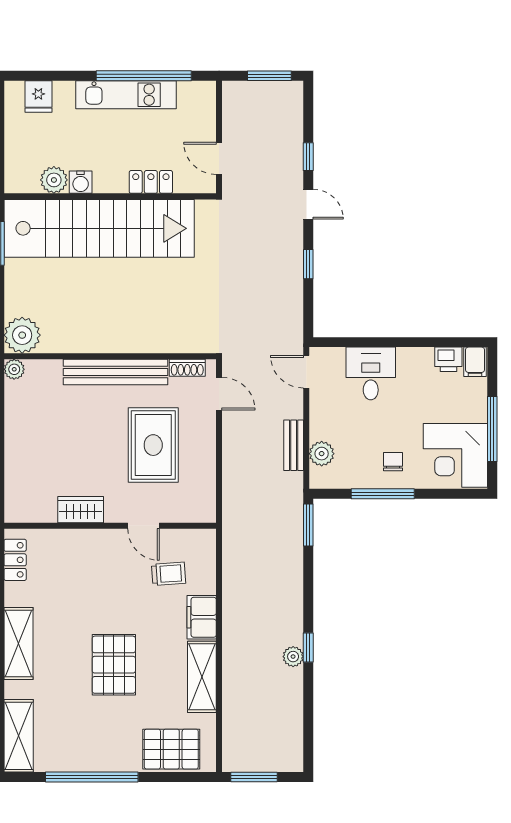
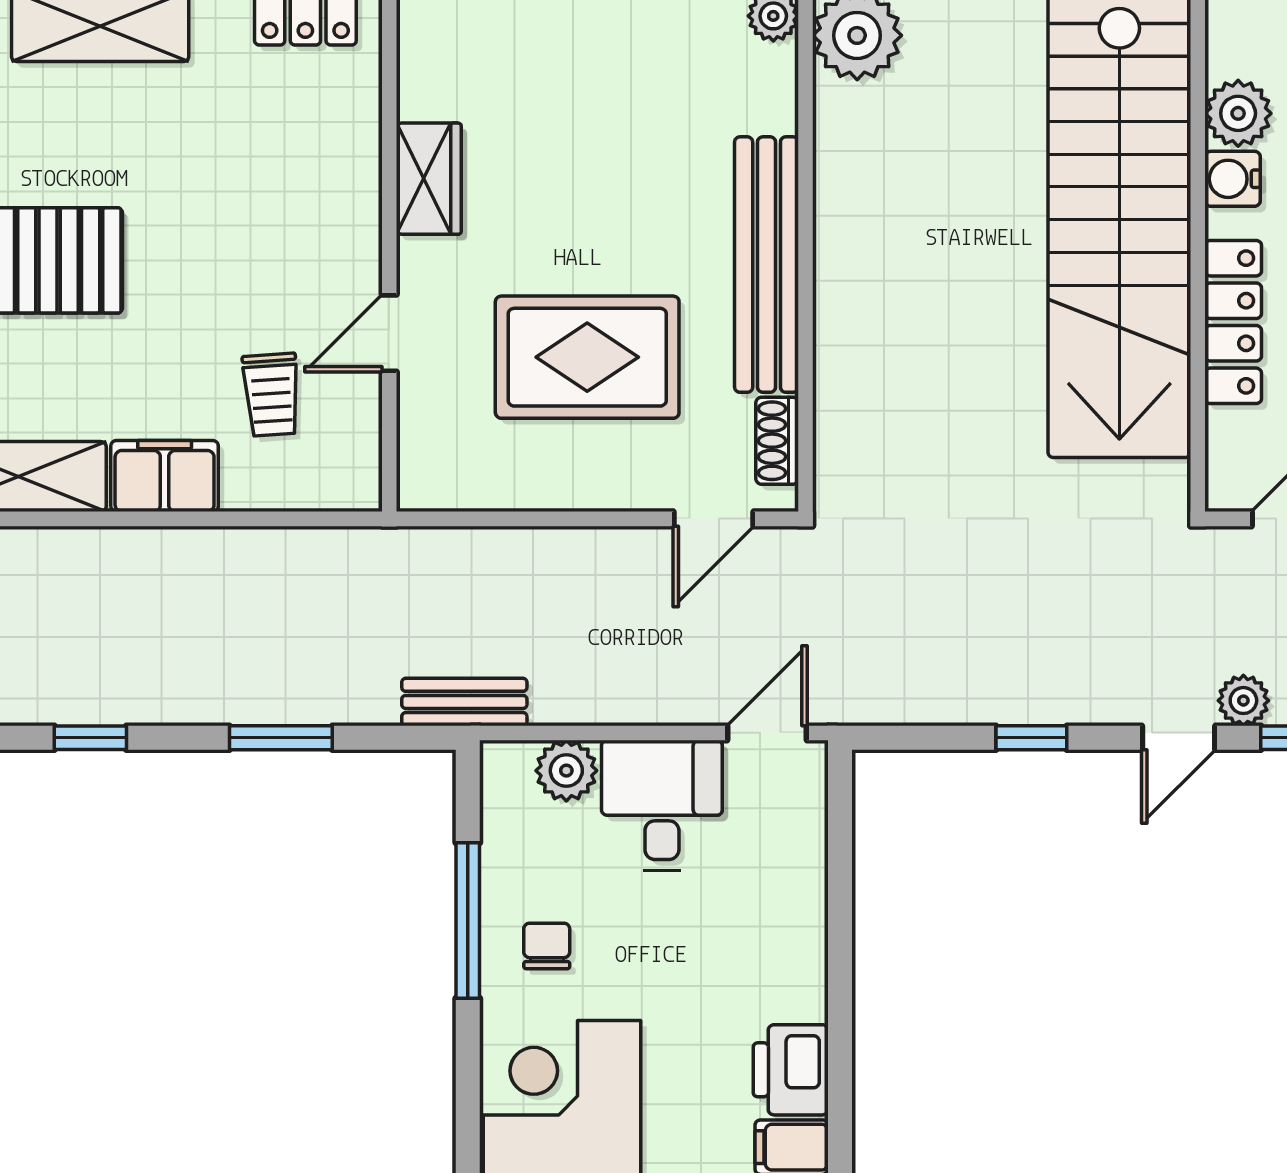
locker: (151, 182) -> (1233, 322), width x1.53
printer: (448, 359) -> (791, 1070), width x1.36, depth x1.24
desk: (371, 373) -> (662, 805), moved, turned -90
bench: (294, 445) -> (464, 702), moved
chair: (393, 462) -> (547, 946), turned -90
window: (308, 525) -> (281, 738), moved
plant: (293, 657) -> (1243, 701), moved

